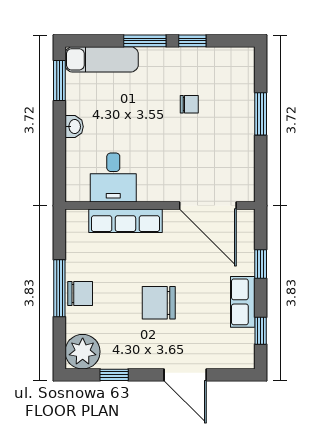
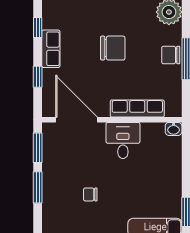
washbasin: (74, 127) -> (174, 129), moved, turned -90
window: (261, 168) -> (38, 148), added
desk: (113, 177) -> (123, 140), moved

